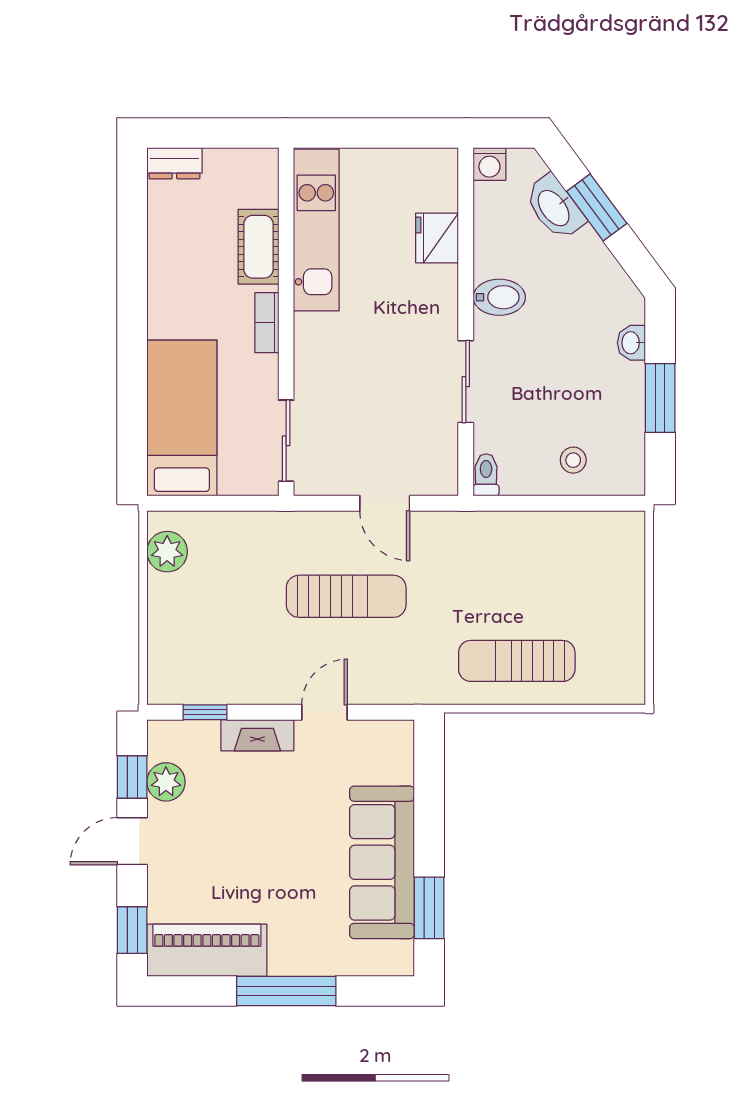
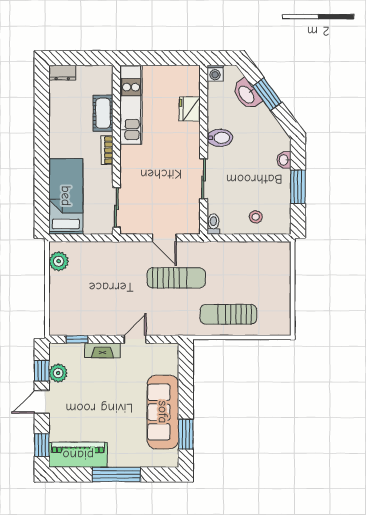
sun lounger: (346, 596) -> (176, 278), moved

